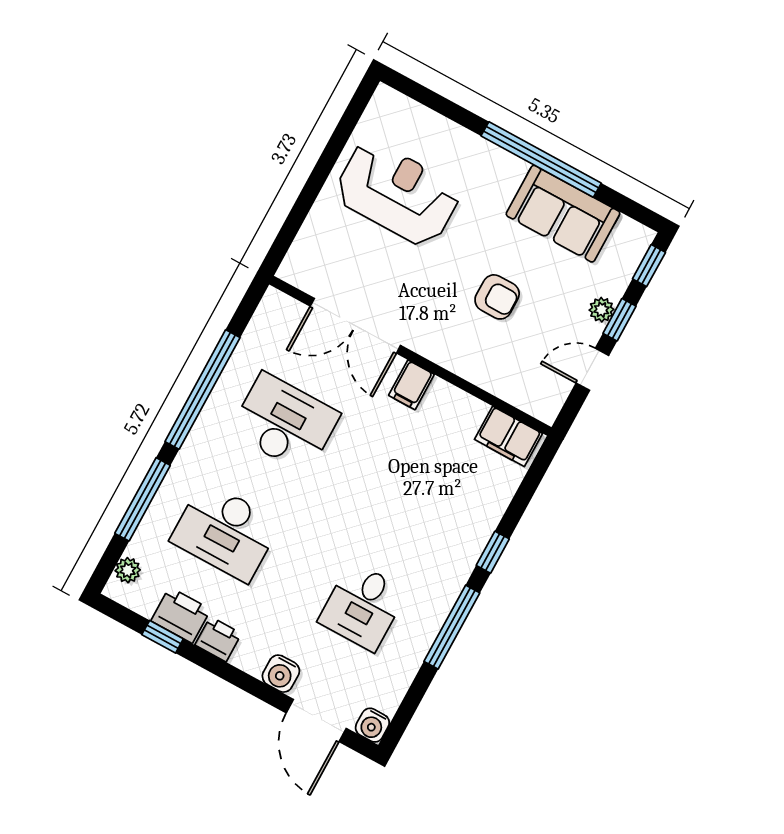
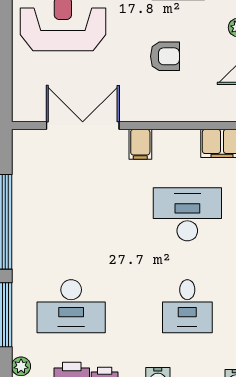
double door: (355, 326) -> (83, 126), swing flipped
desk: (285, 423) -> (187, 214), moved

